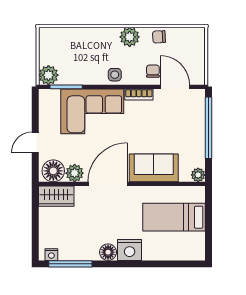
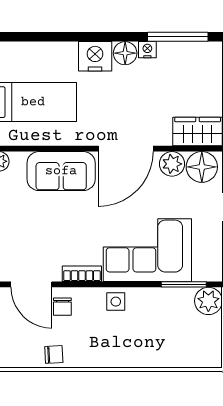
plant: (130, 37) -> (95, 354), removed
nightstand: (51, 255) -> (147, 50), moved

